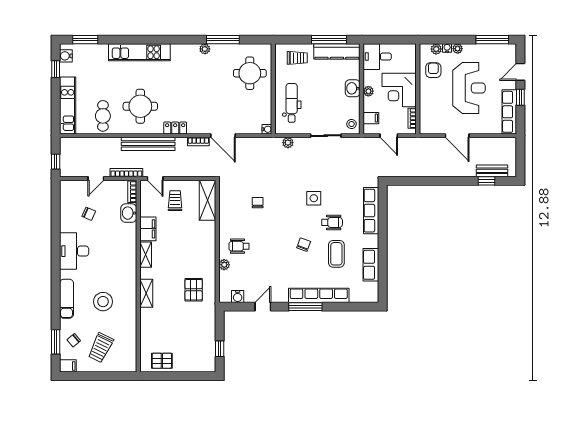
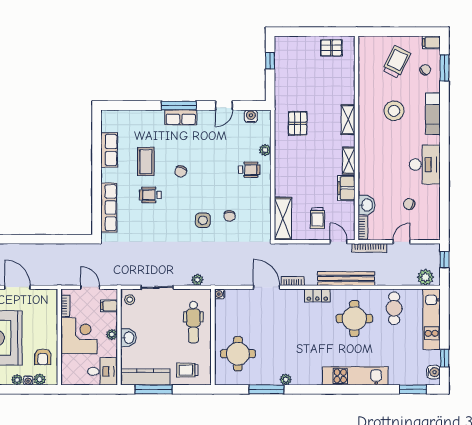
plant: (73, 145) -> (425, 277), added
side table: (314, 198) -> (203, 220), moved
row of seats: (319, 295) -> (181, 117), width x0.50

